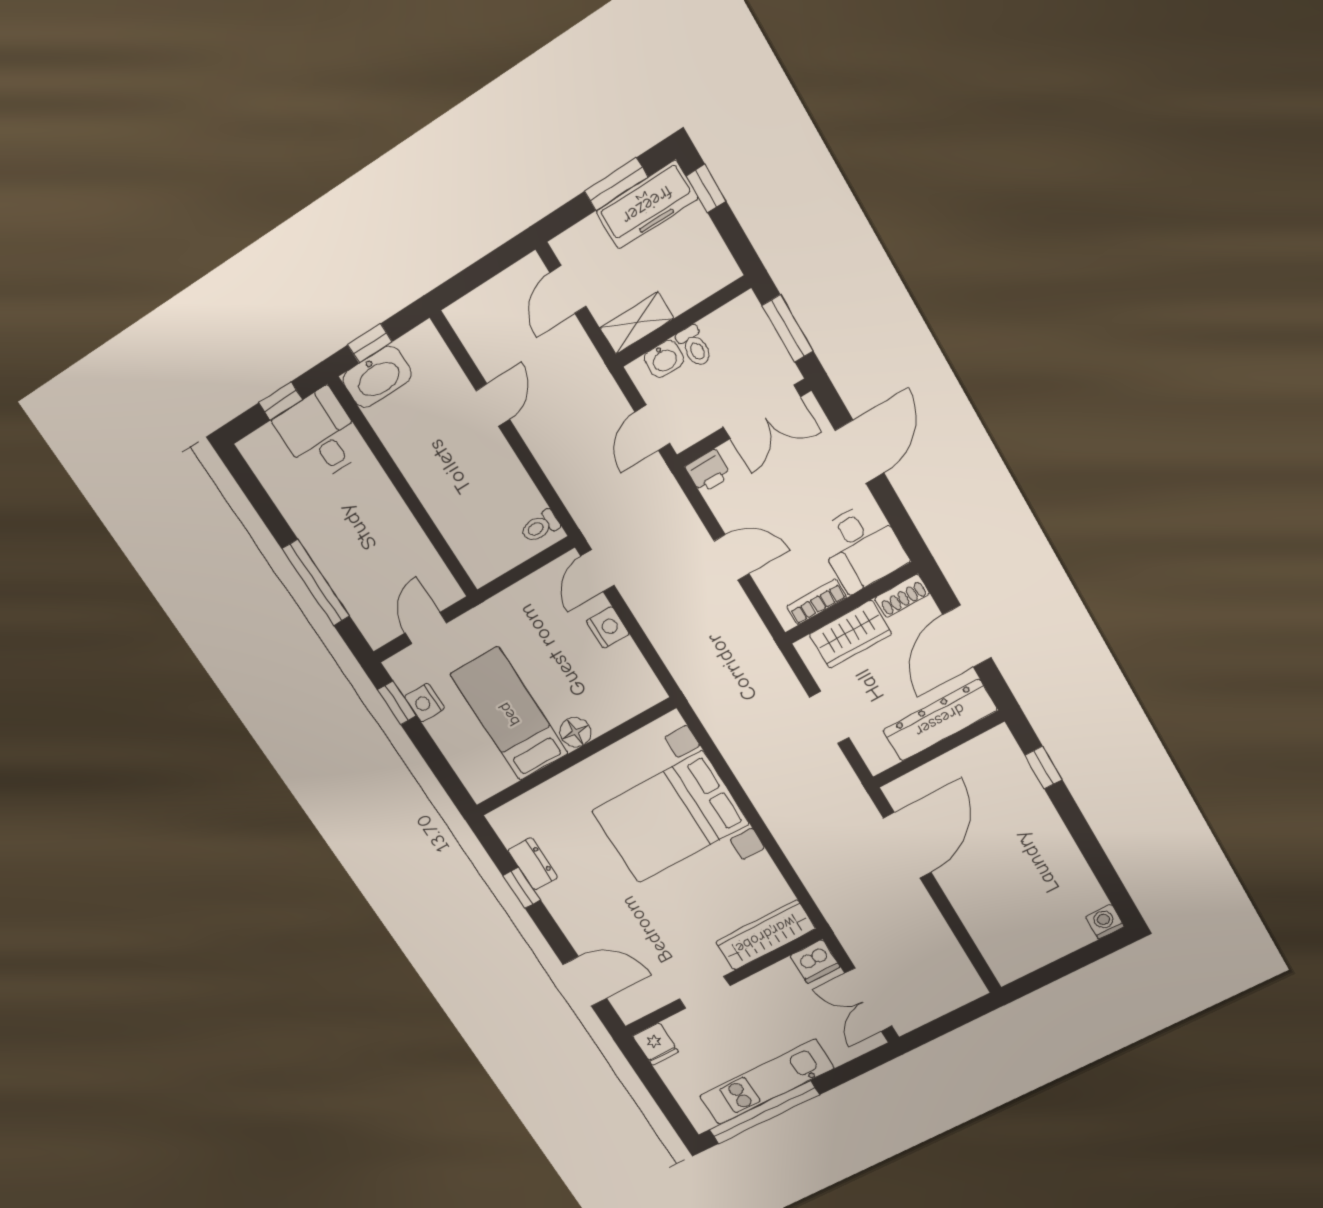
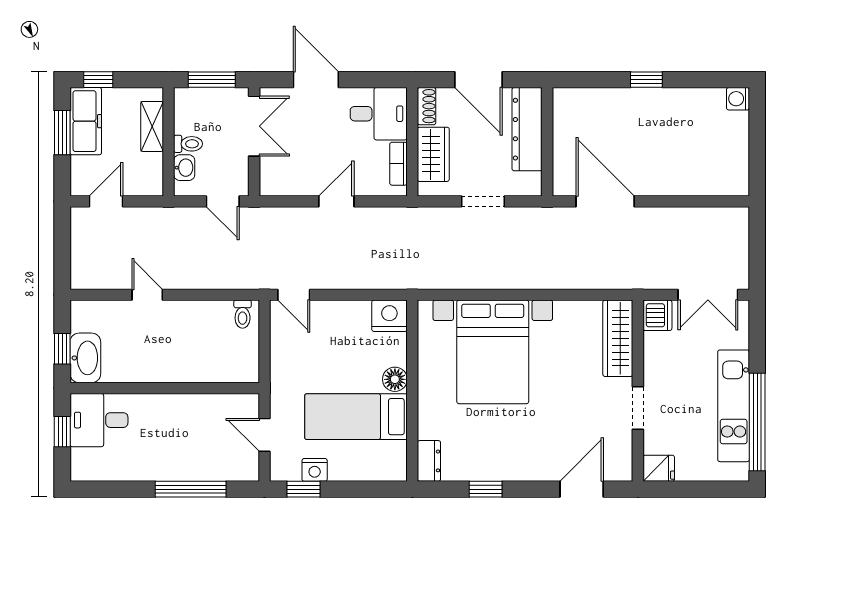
door: (568, 290) -> (106, 201), swing flipped
shelving: (637, 323) -> (152, 126), moved
printer: (708, 471) -> (272, 183), removed
nightstand: (608, 628) -> (389, 316), moved, width x1.36, depth x1.33
window: (1043, 767) -> (646, 80), moved
dresser: (533, 864) -> (429, 461), moved, turned 90

